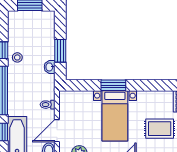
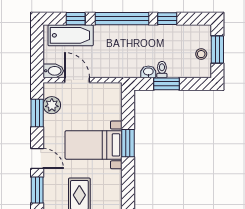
stool: (17, 57) -> (201, 54), moved
toilet: (48, 105) -> (162, 70), moved

